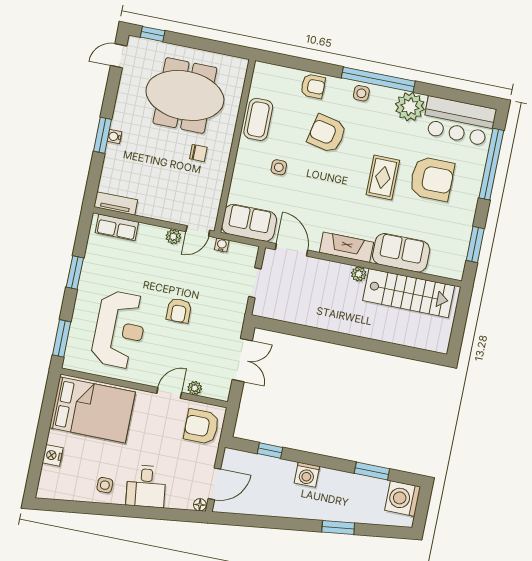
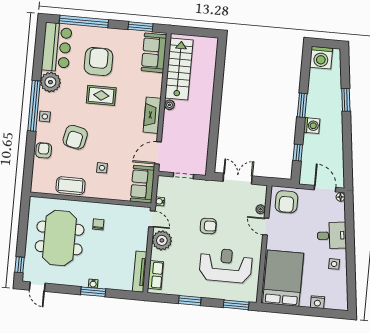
tv unit: (116, 203) -> (140, 272), width x1.41
plant: (173, 237) -> (162, 240), width x1.88, depth x1.88
sofa: (401, 253) -> (154, 53), moved
window: (372, 471) -> (302, 105), moved

